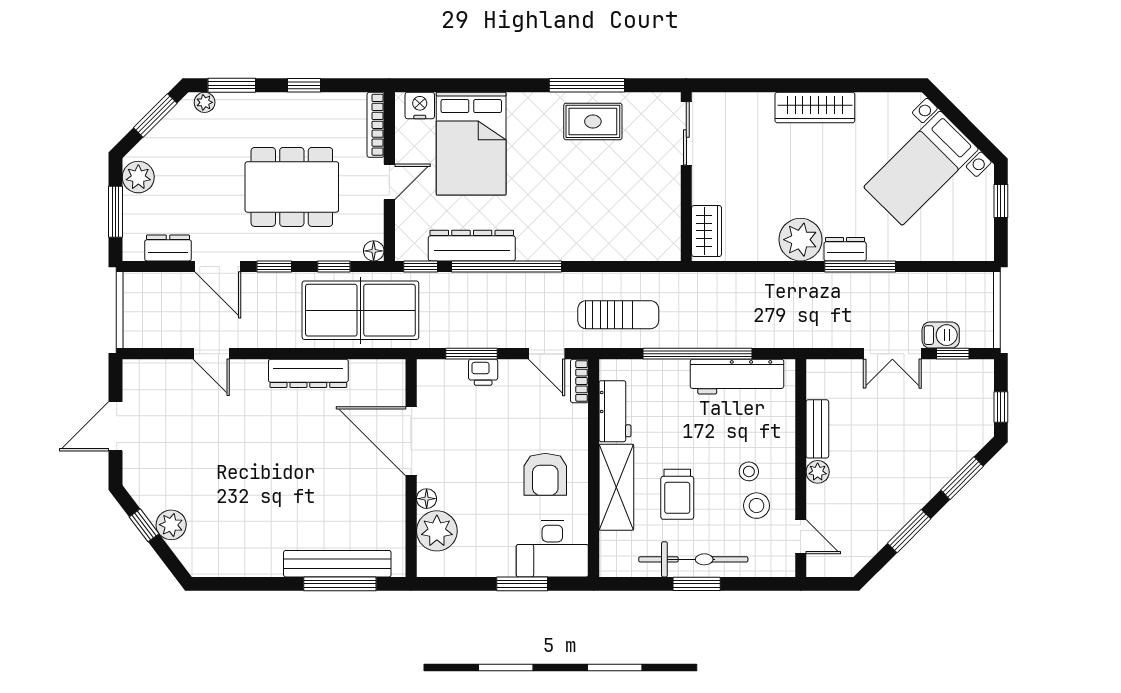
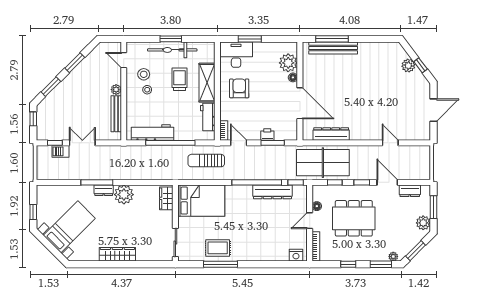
bed: (471, 144) -> (201, 201), moved, turned 90
floor lamp: (374, 251) -> (317, 206), moved
dresser: (308, 373) -> (331, 134), moved
bench: (817, 429) -> (116, 114), width x1.36

